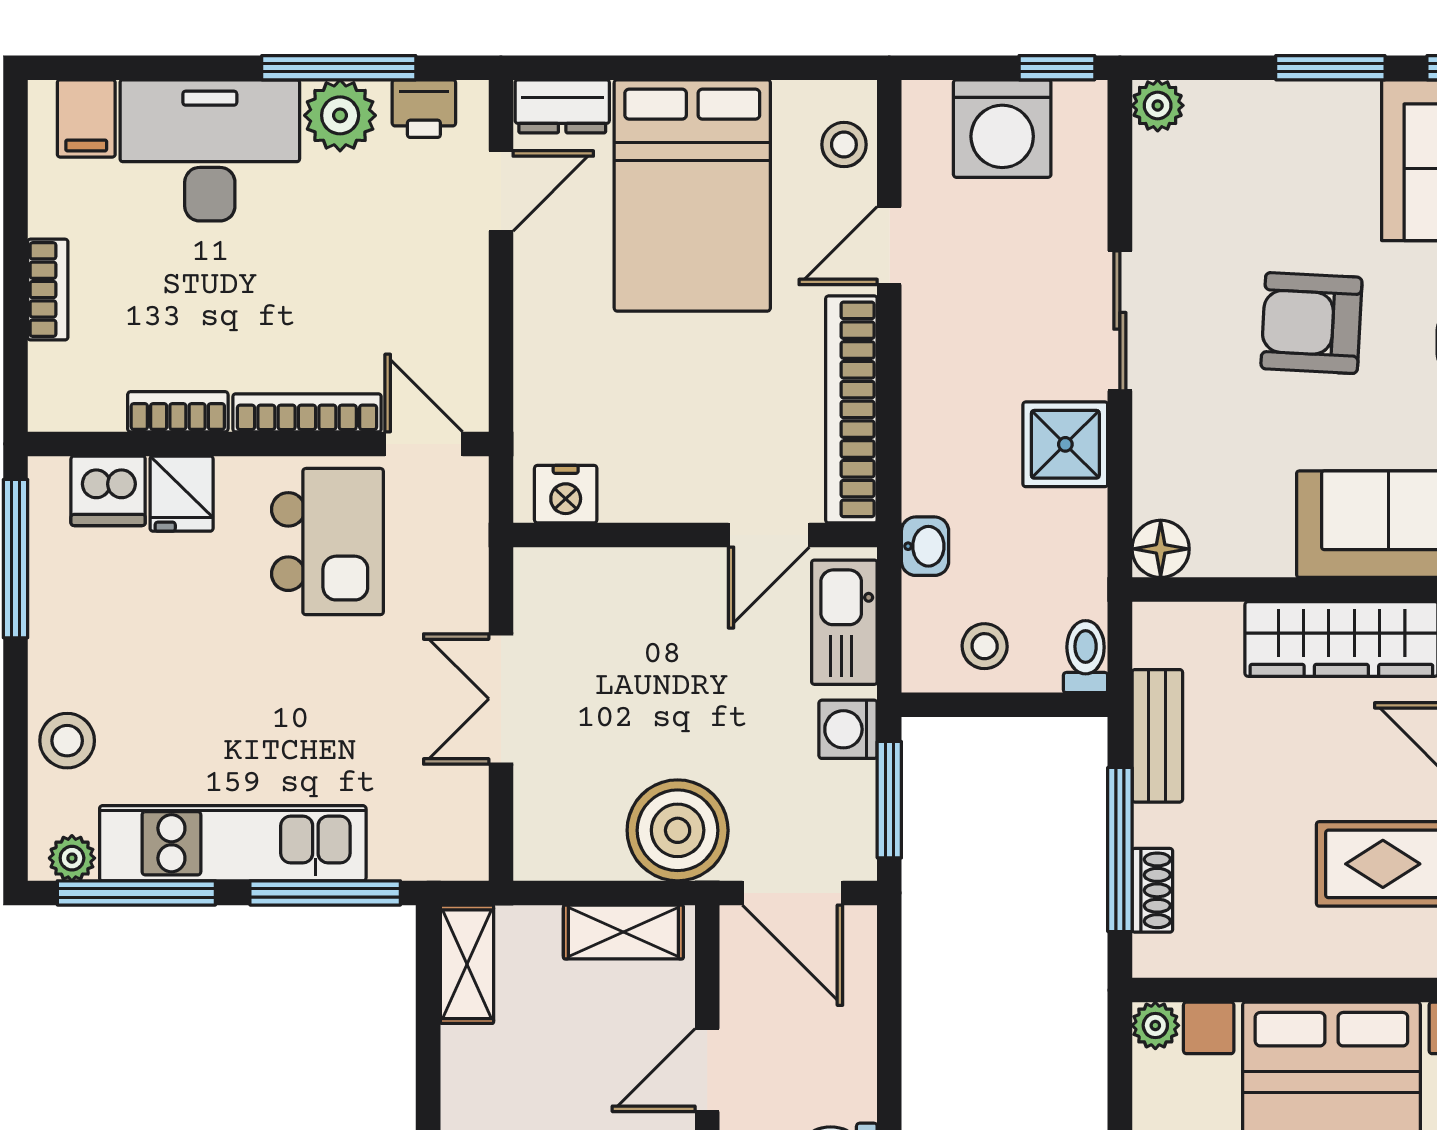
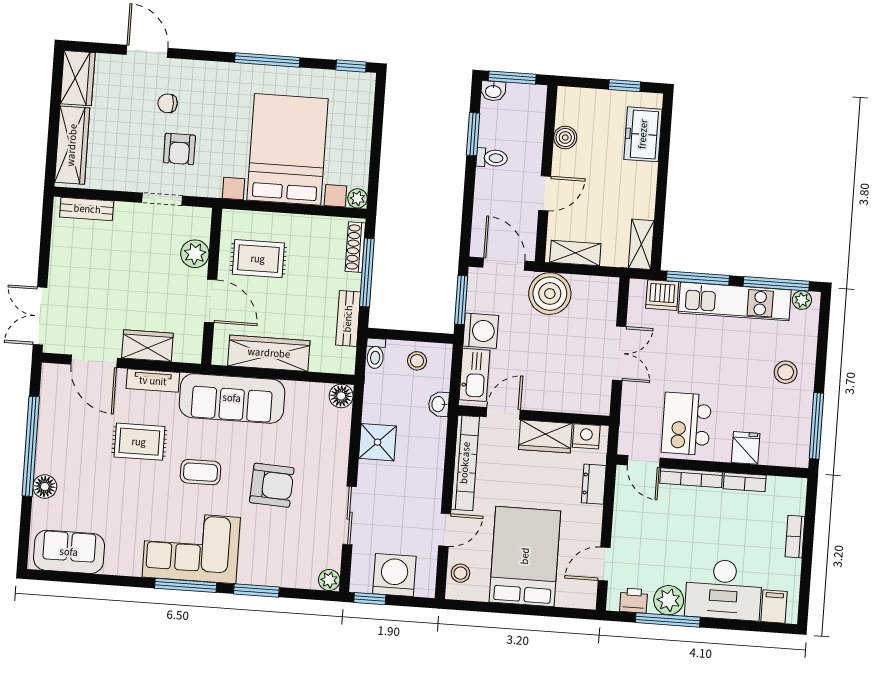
dresser: (562, 106) -> (594, 484), moved, turned -90
sliding door: (1120, 321) -> (350, 516), moved
wardrobe: (664, 487) -> (545, 436), added
dishwasher: (108, 491) -> (662, 295), moved, turned 180
washing machine: (848, 729) -> (481, 331), width x1.38, depth x1.38
stool: (67, 741) -> (786, 372), moved
shoe rack: (1152, 890) -> (355, 247), width x1.43

